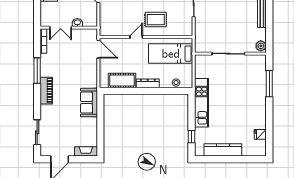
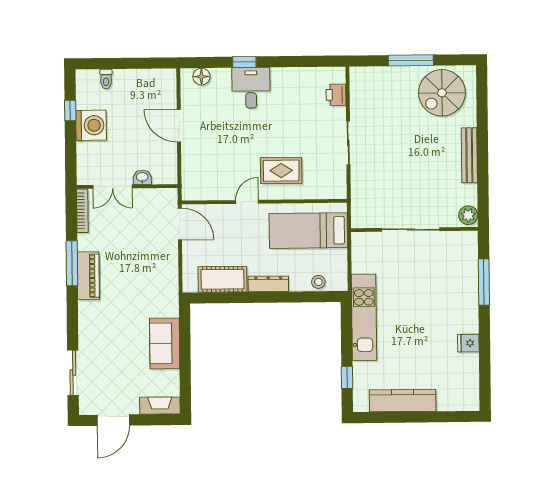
piano: (46, 91) -> (88, 276), moved
sofa: (89, 103) -> (165, 343), moved
fridge: (260, 134) -> (468, 343), moved

